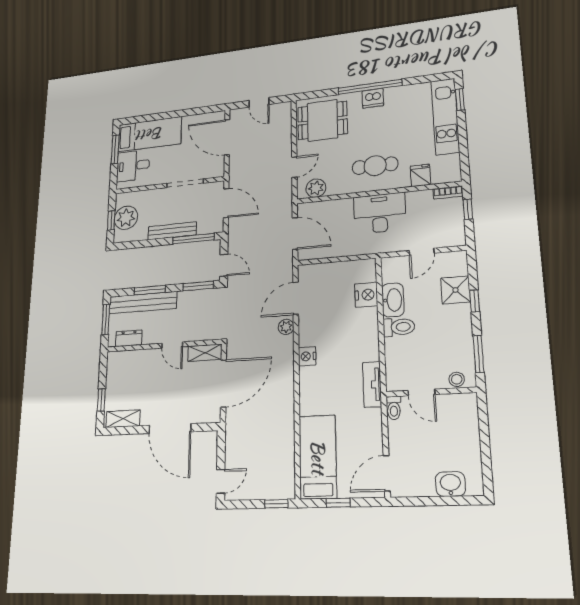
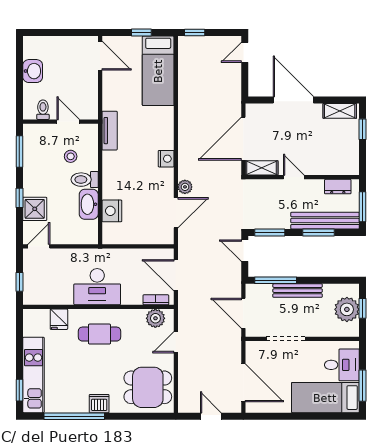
window: (370, 87) -> (74, 416), moved
bookcase: (448, 192) -> (156, 300), moved
door: (422, 252) -> (39, 246), moved
stool: (457, 379) -> (71, 156), moved
toilet: (394, 408) -> (43, 110), moved
door: (387, 473) -> (100, 56), hinge flipped
washbasin: (450, 484) -> (33, 71), moved, turned -90

